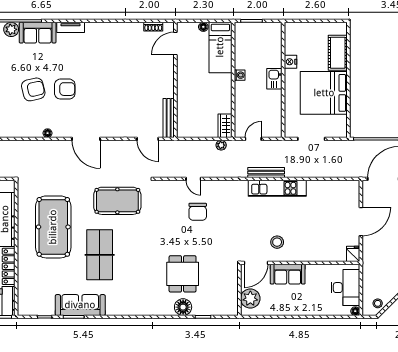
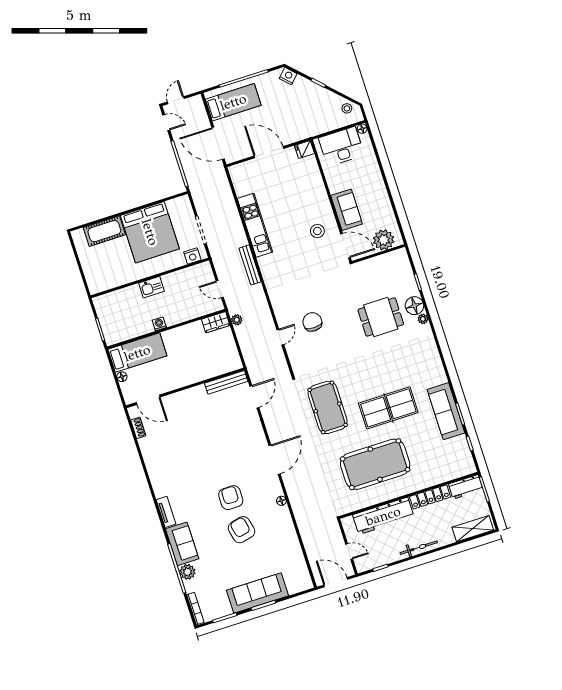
nightstand: (291, 62) -> (192, 256), moved
kitchen unit: (277, 188) -> (255, 225), moved
chair: (198, 212) -> (312, 322), turned -90
plant: (169, 311) -> (423, 319), added

